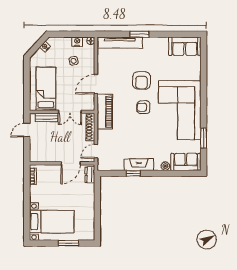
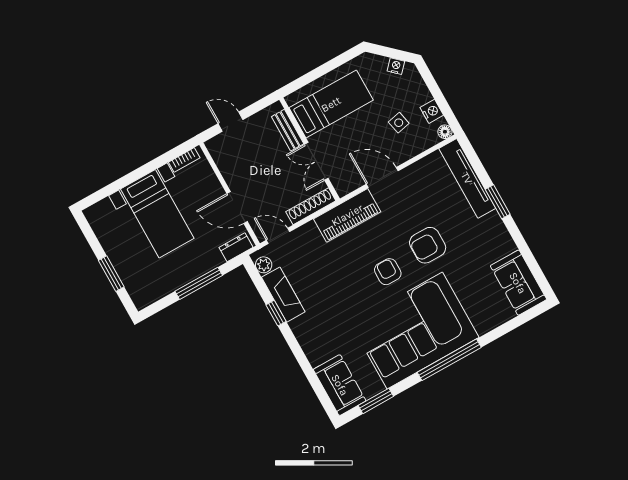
window: (204, 101) -> (449, 360), added
door: (27, 130) -> (231, 122), moved
window: (204, 138) -> (376, 401), moved
fireplace: (139, 165) -> (283, 295), moved
plant: (165, 166) -> (264, 265), moved
window: (97, 203) -> (199, 283), added
bed with nightstands: (52, 222) -> (157, 214), moved

